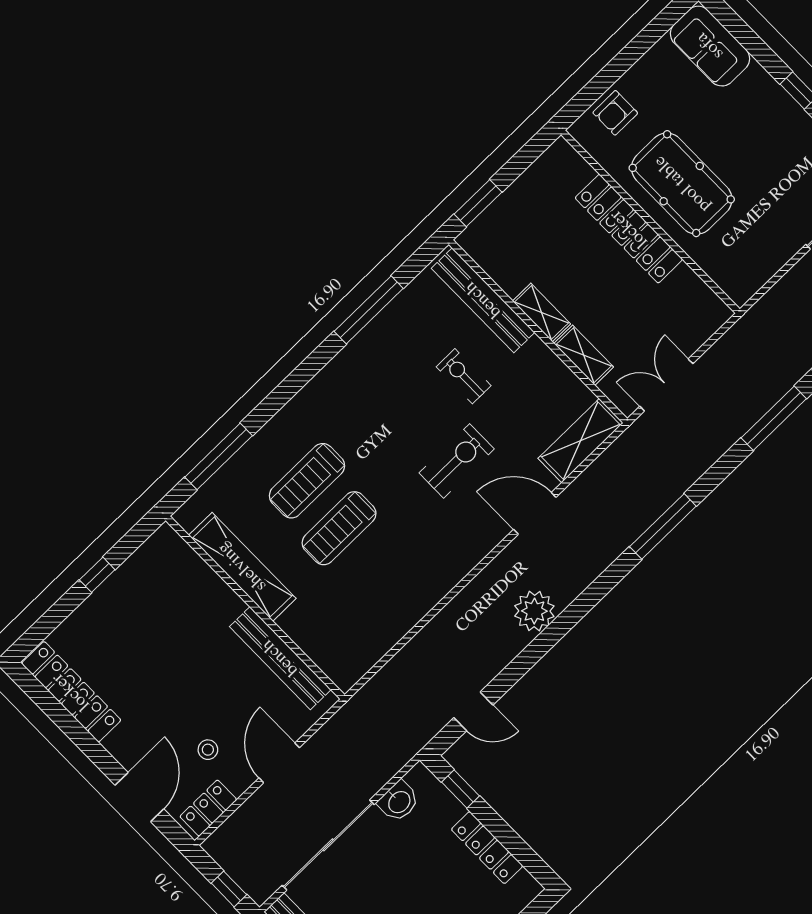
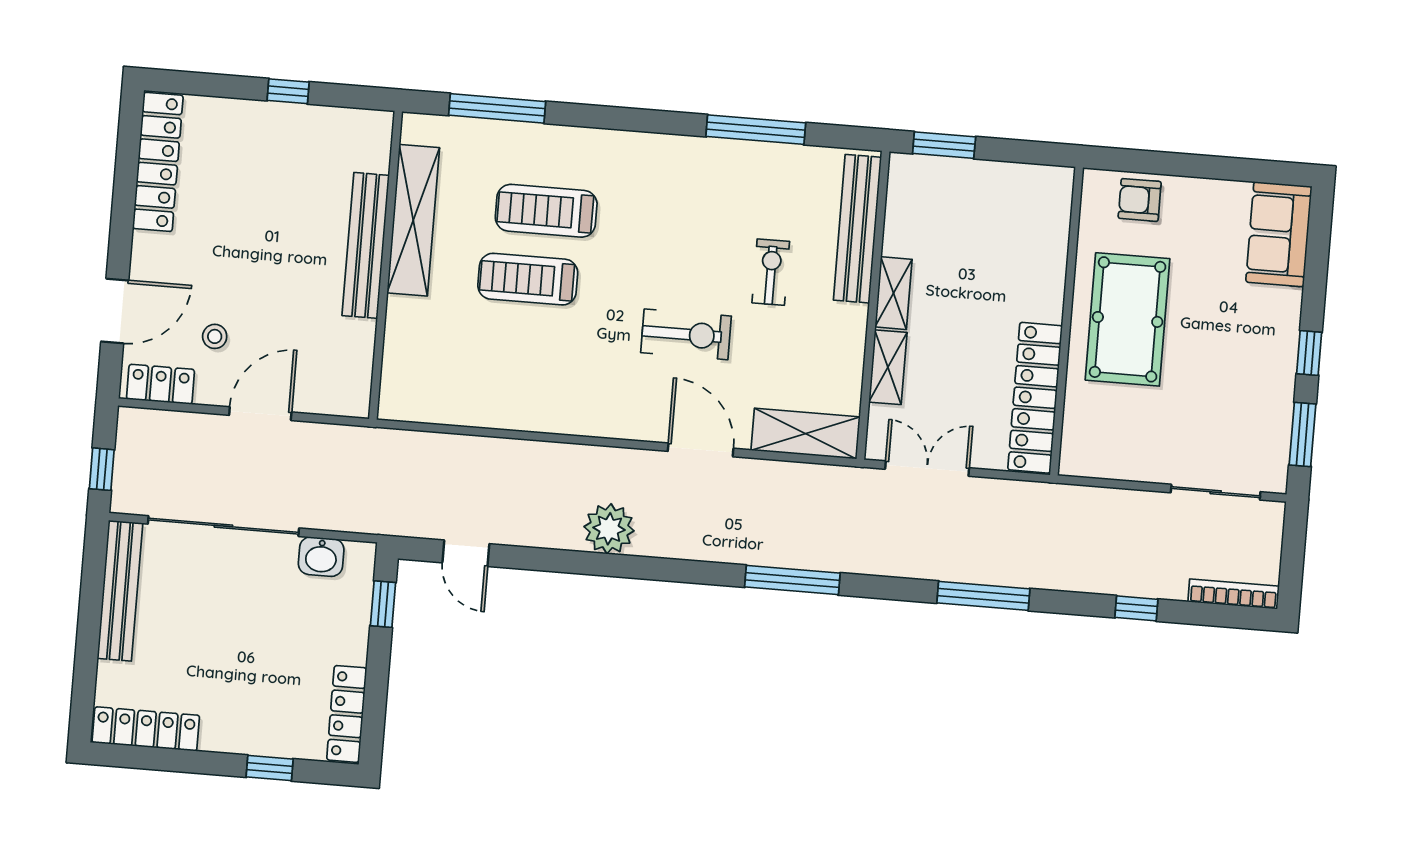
locker: (629, 229) -> (1035, 398), moved
bench: (280, 658) -> (366, 245), moved
locker: (487, 848) -> (347, 714), moved

